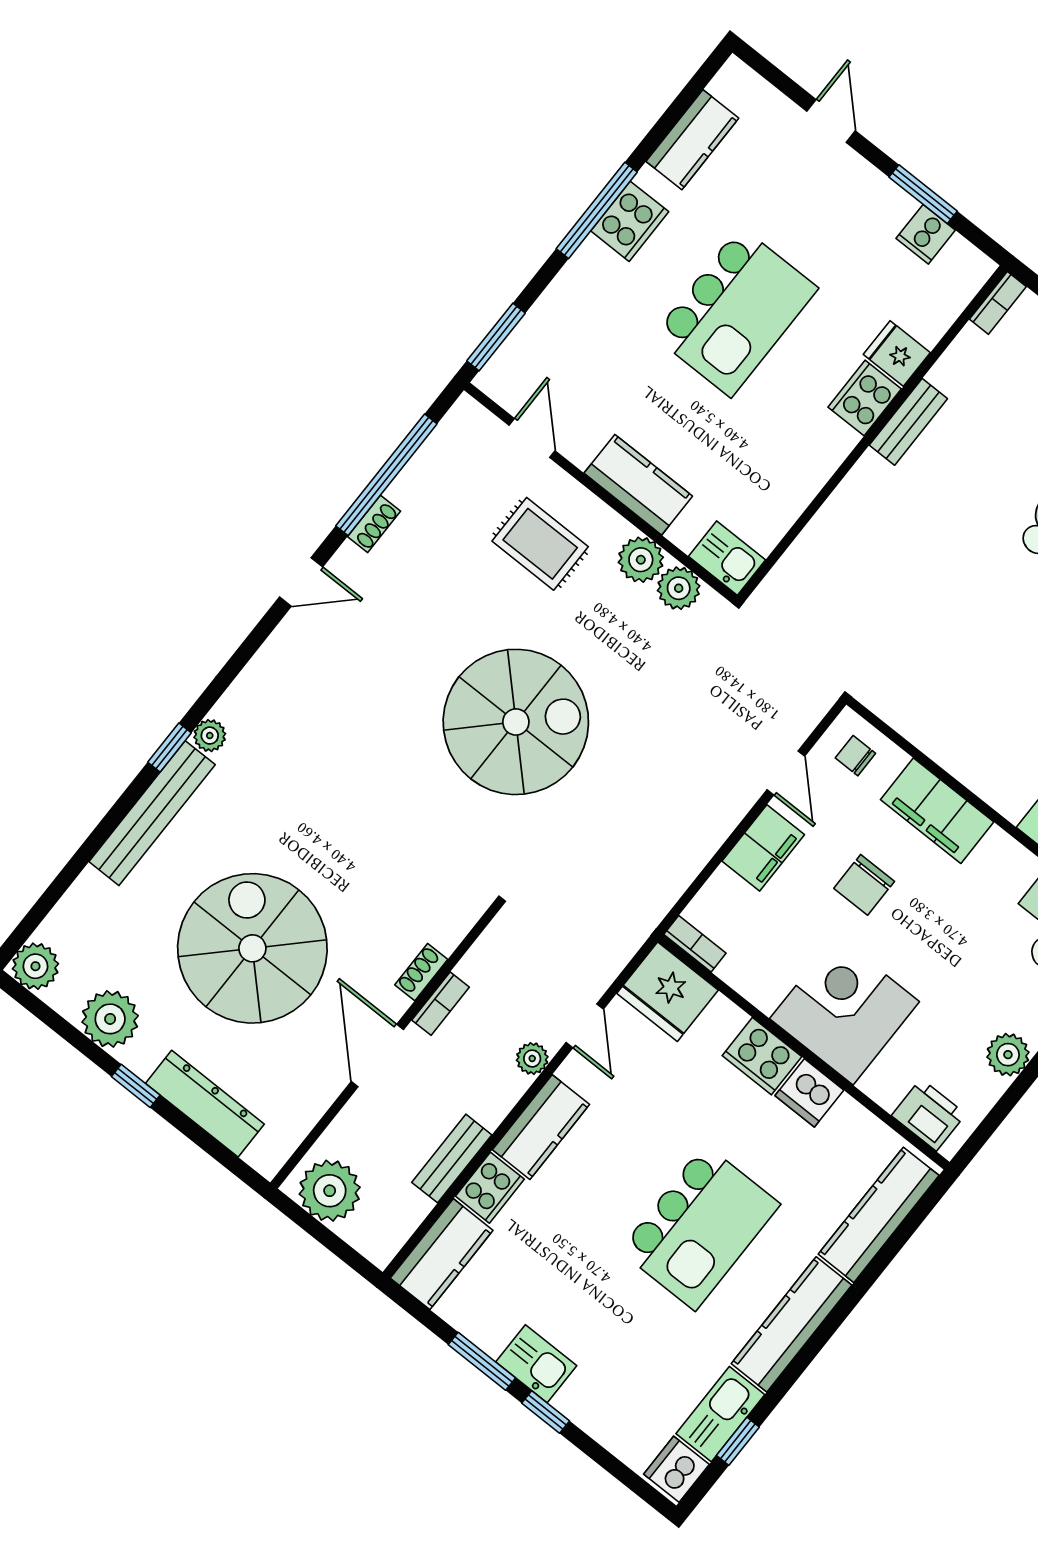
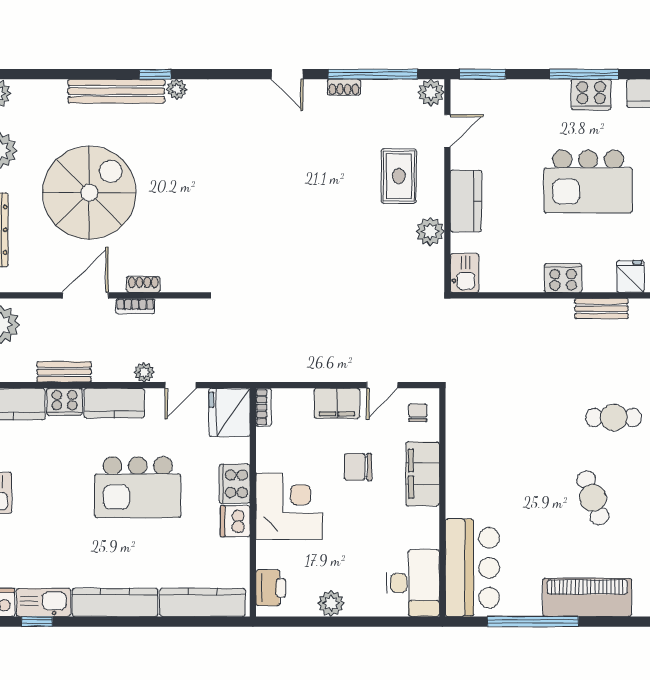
cooker: (865, 398) -> (563, 278), moved
plant: (679, 588) -> (431, 92), moved
spiral stairs: (516, 722) -> (302, 233), removed
kitchen island: (700, 1227) -> (138, 487), moved

